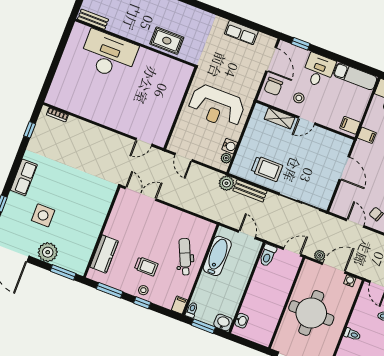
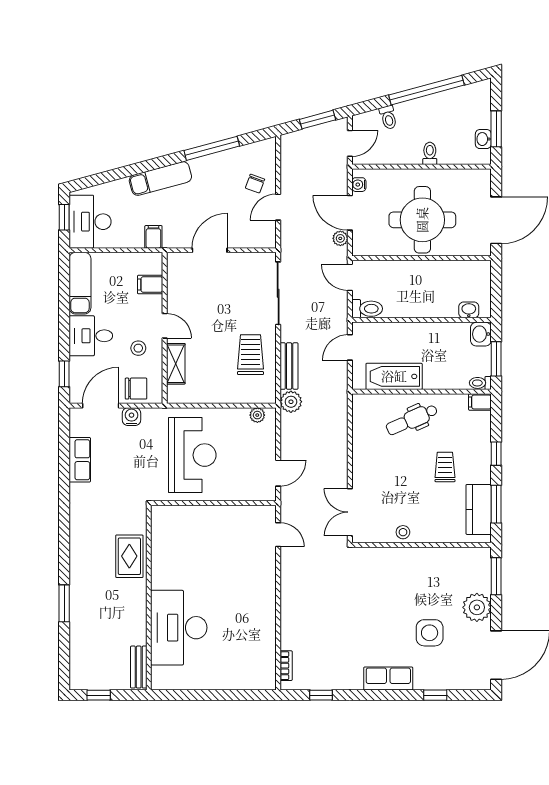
filing cabinet: (350, 125) -> (150, 285), moved, turned 90
water cooler: (230, 146) -> (132, 417), moved
kitchen counter: (104, 254) -> (479, 509), moved, turned -90
stool: (143, 290) -> (403, 532), moved

